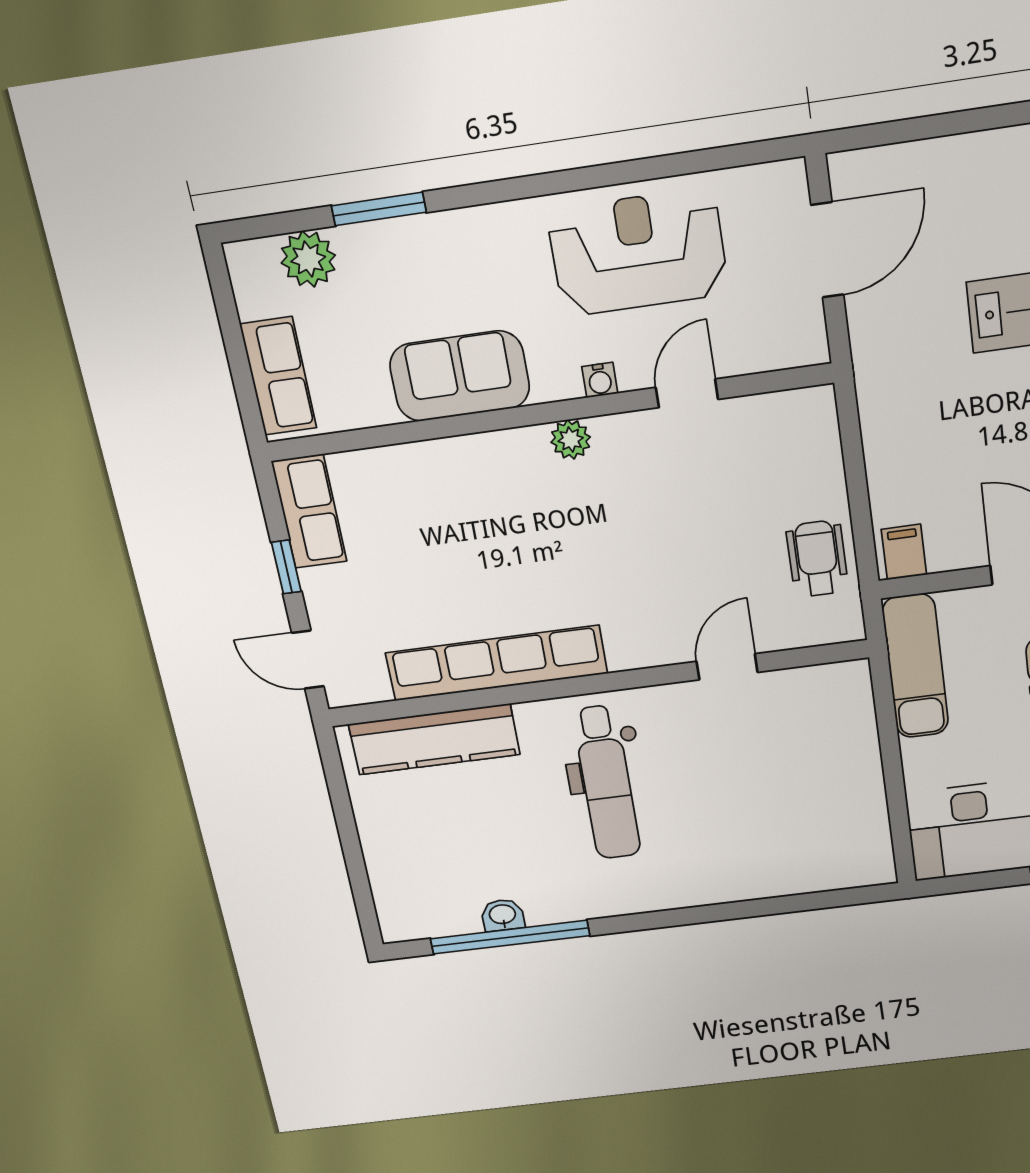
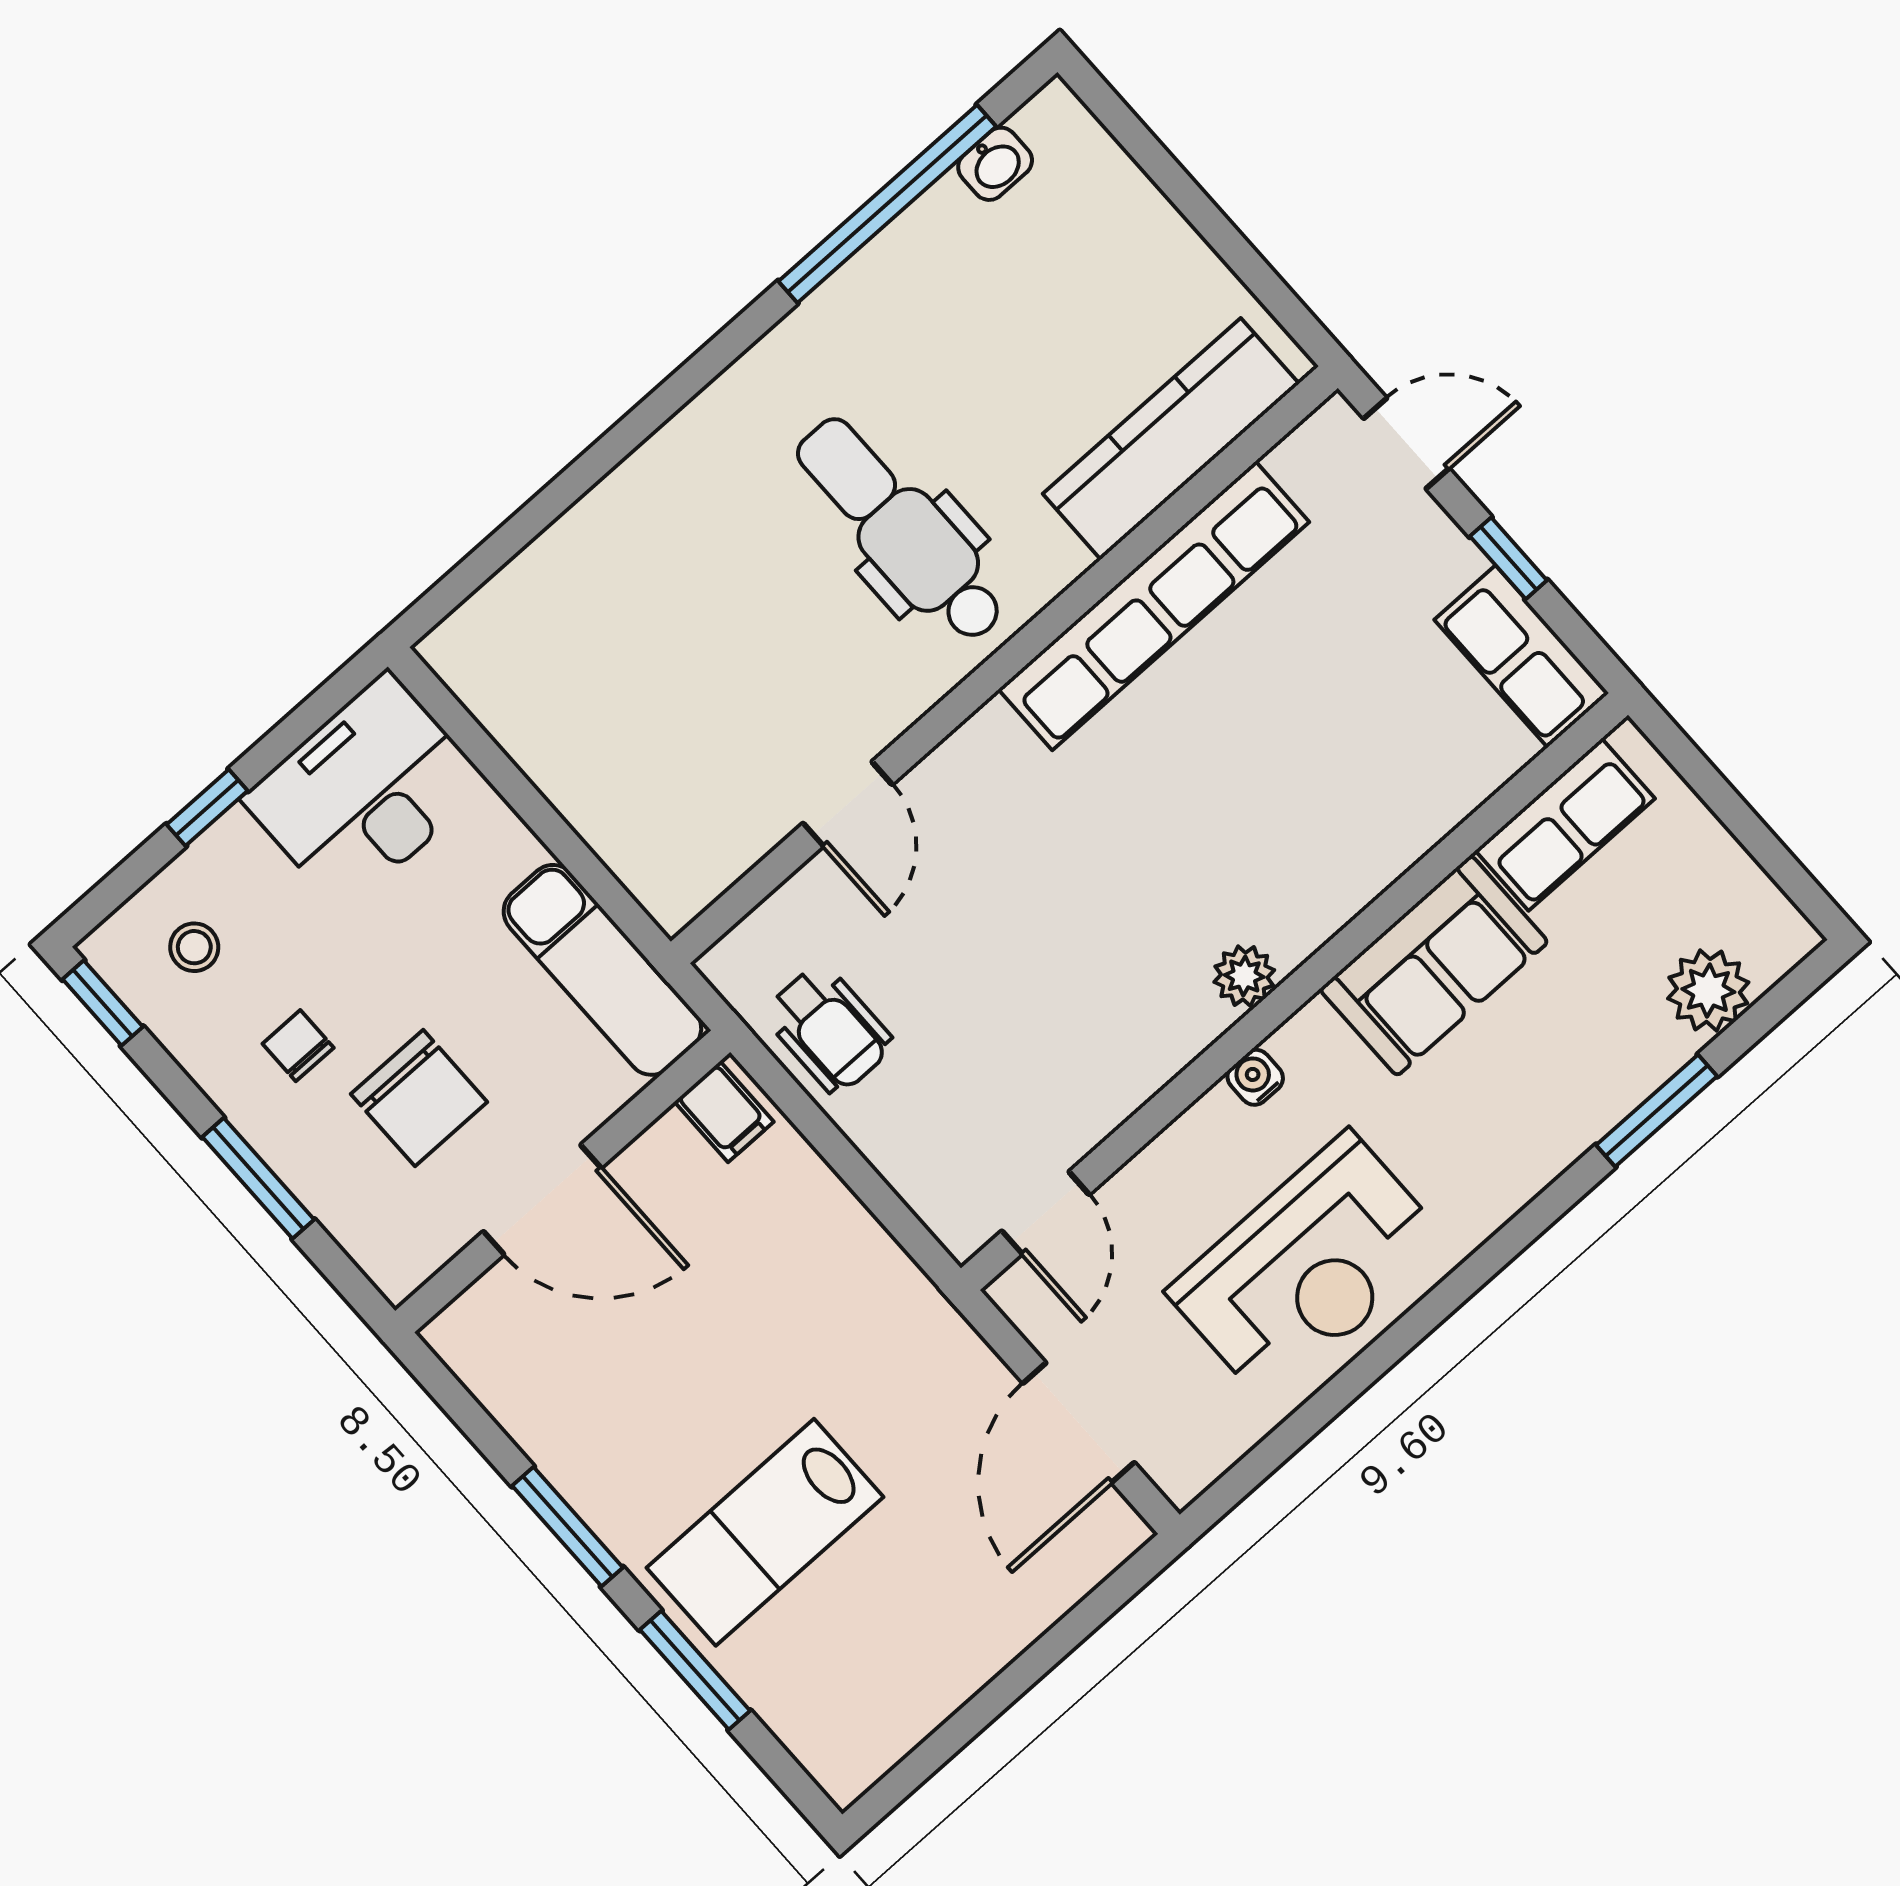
row of seats: (278, 376) -> (1565, 825), moved, turned -90
door: (687, 393) -> (1045, 1213), moved
washbasin: (503, 915) -> (995, 164), moved

